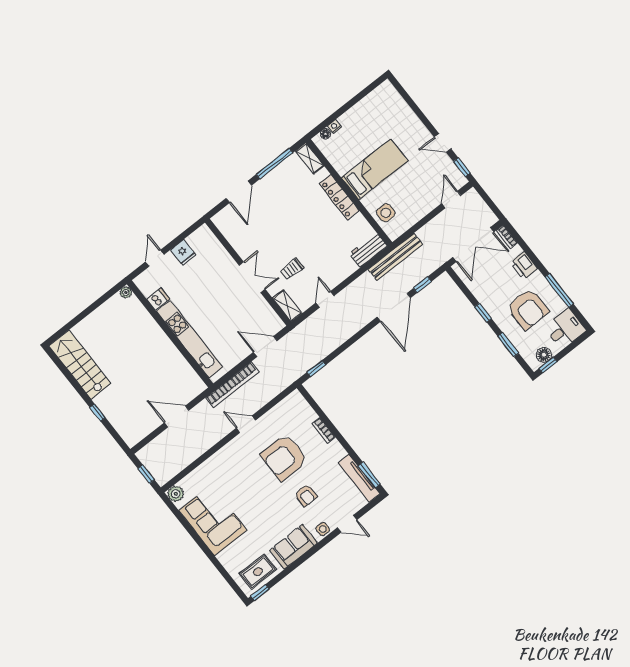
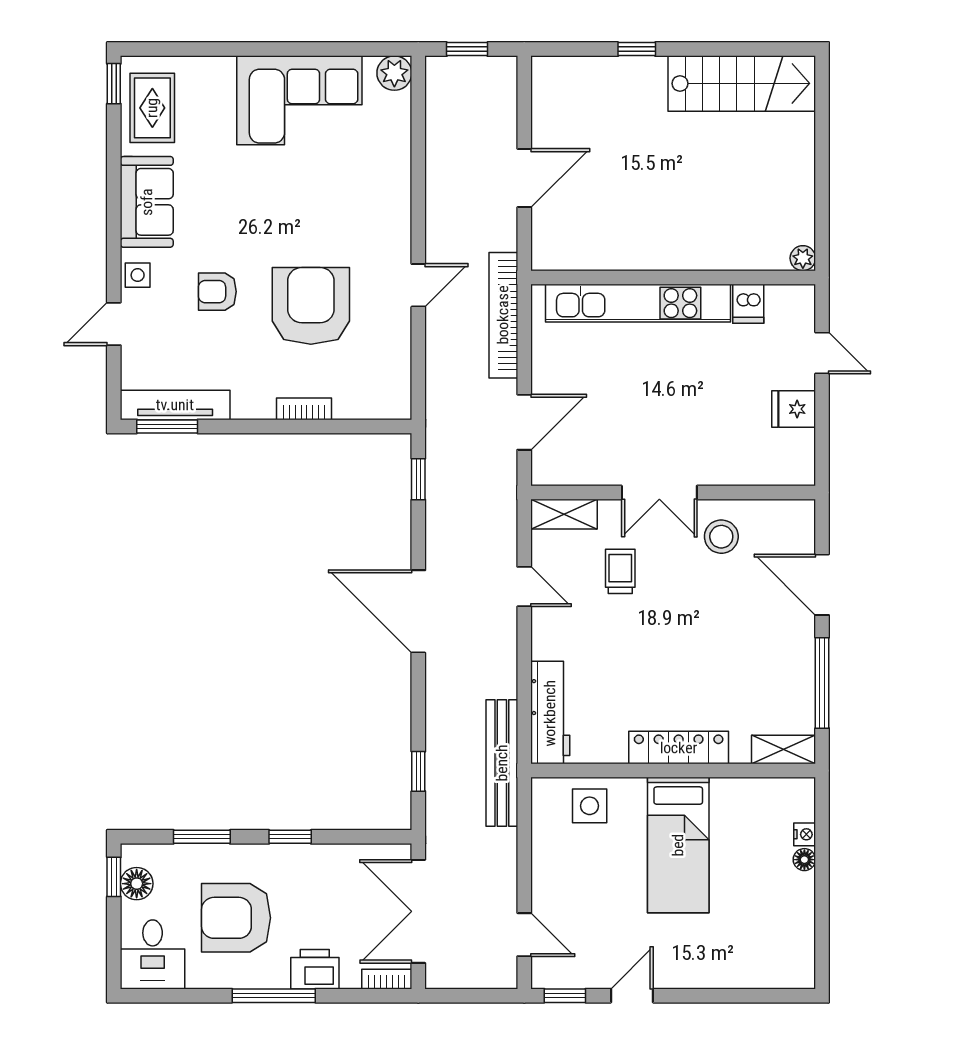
floor lamp: (325, 134) -> (804, 860), moved
stool: (250, 242) -> (721, 537), added
workbench: (368, 250) -> (550, 713), width x1.38
window: (559, 290) -> (274, 996), moved
door: (394, 307) -> (418, 611), moved

